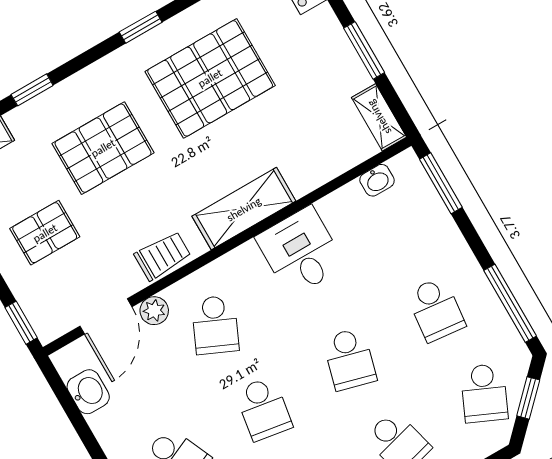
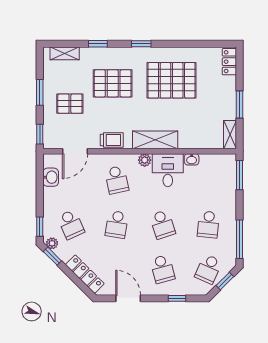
window: (141, 27) -> (141, 44), moved
washbasin: (377, 180) -> (192, 159), moved
plant: (154, 311) -> (145, 160), moved
school desk: (215, 325) -> (117, 180), turned -36
school desk: (350, 359) -> (163, 224), turned -33

